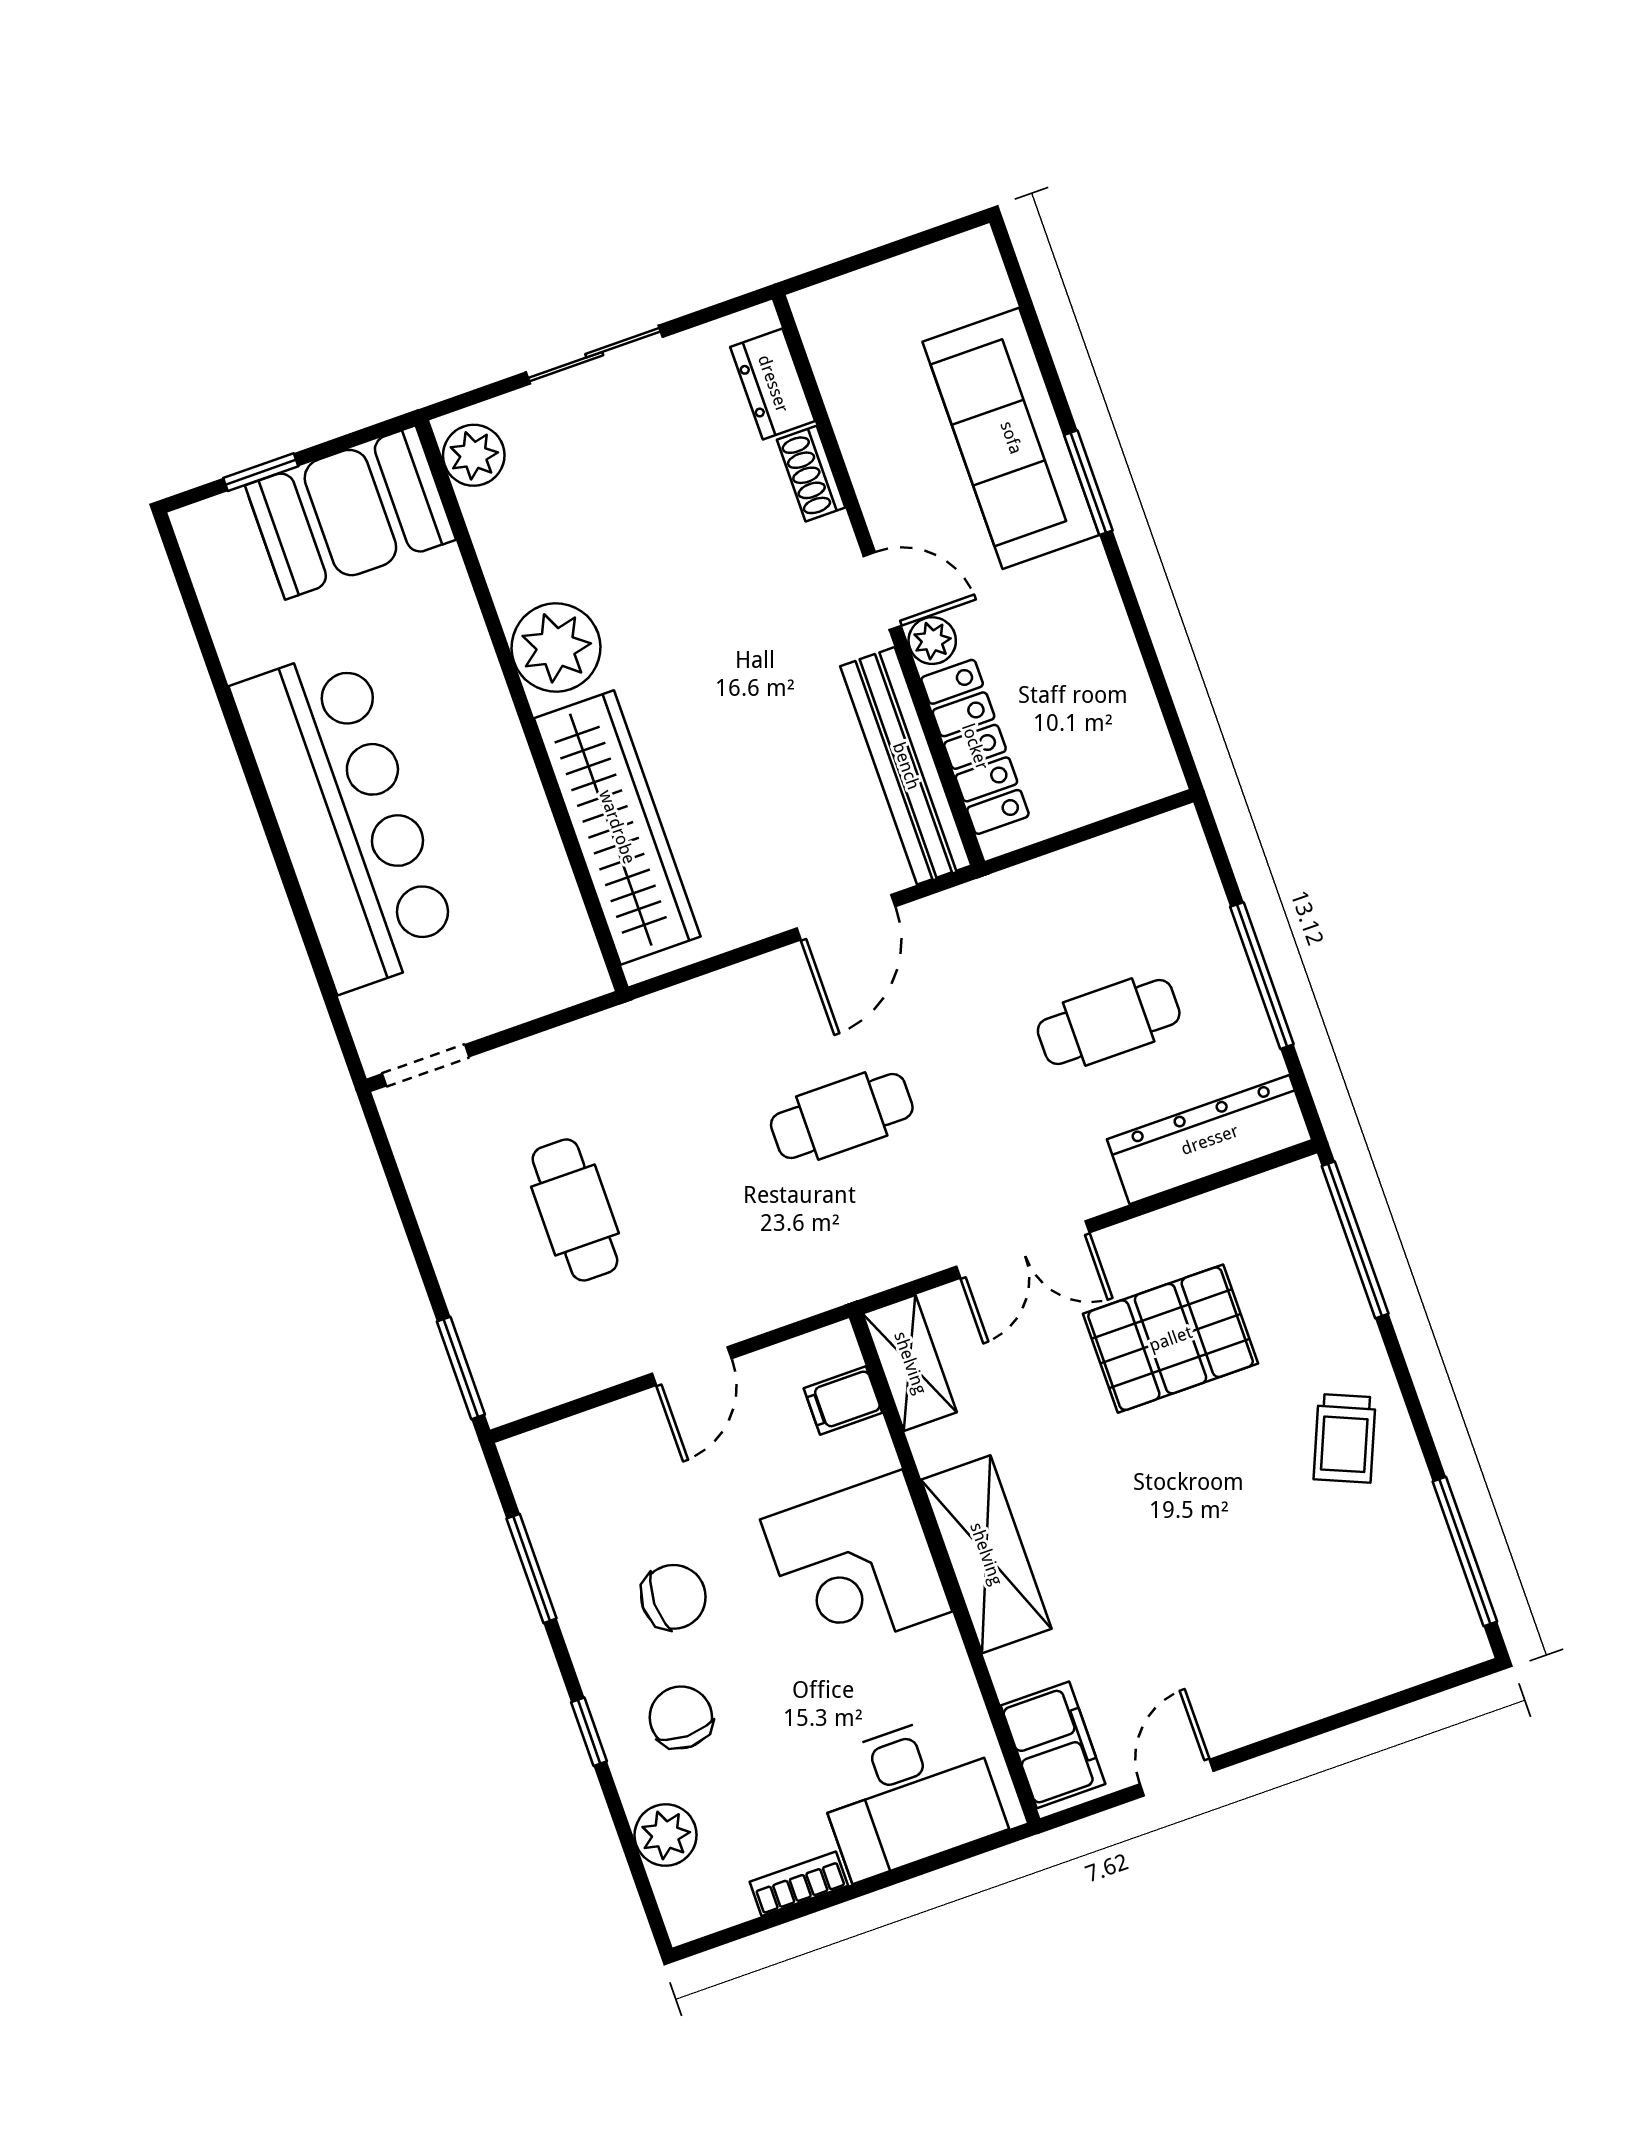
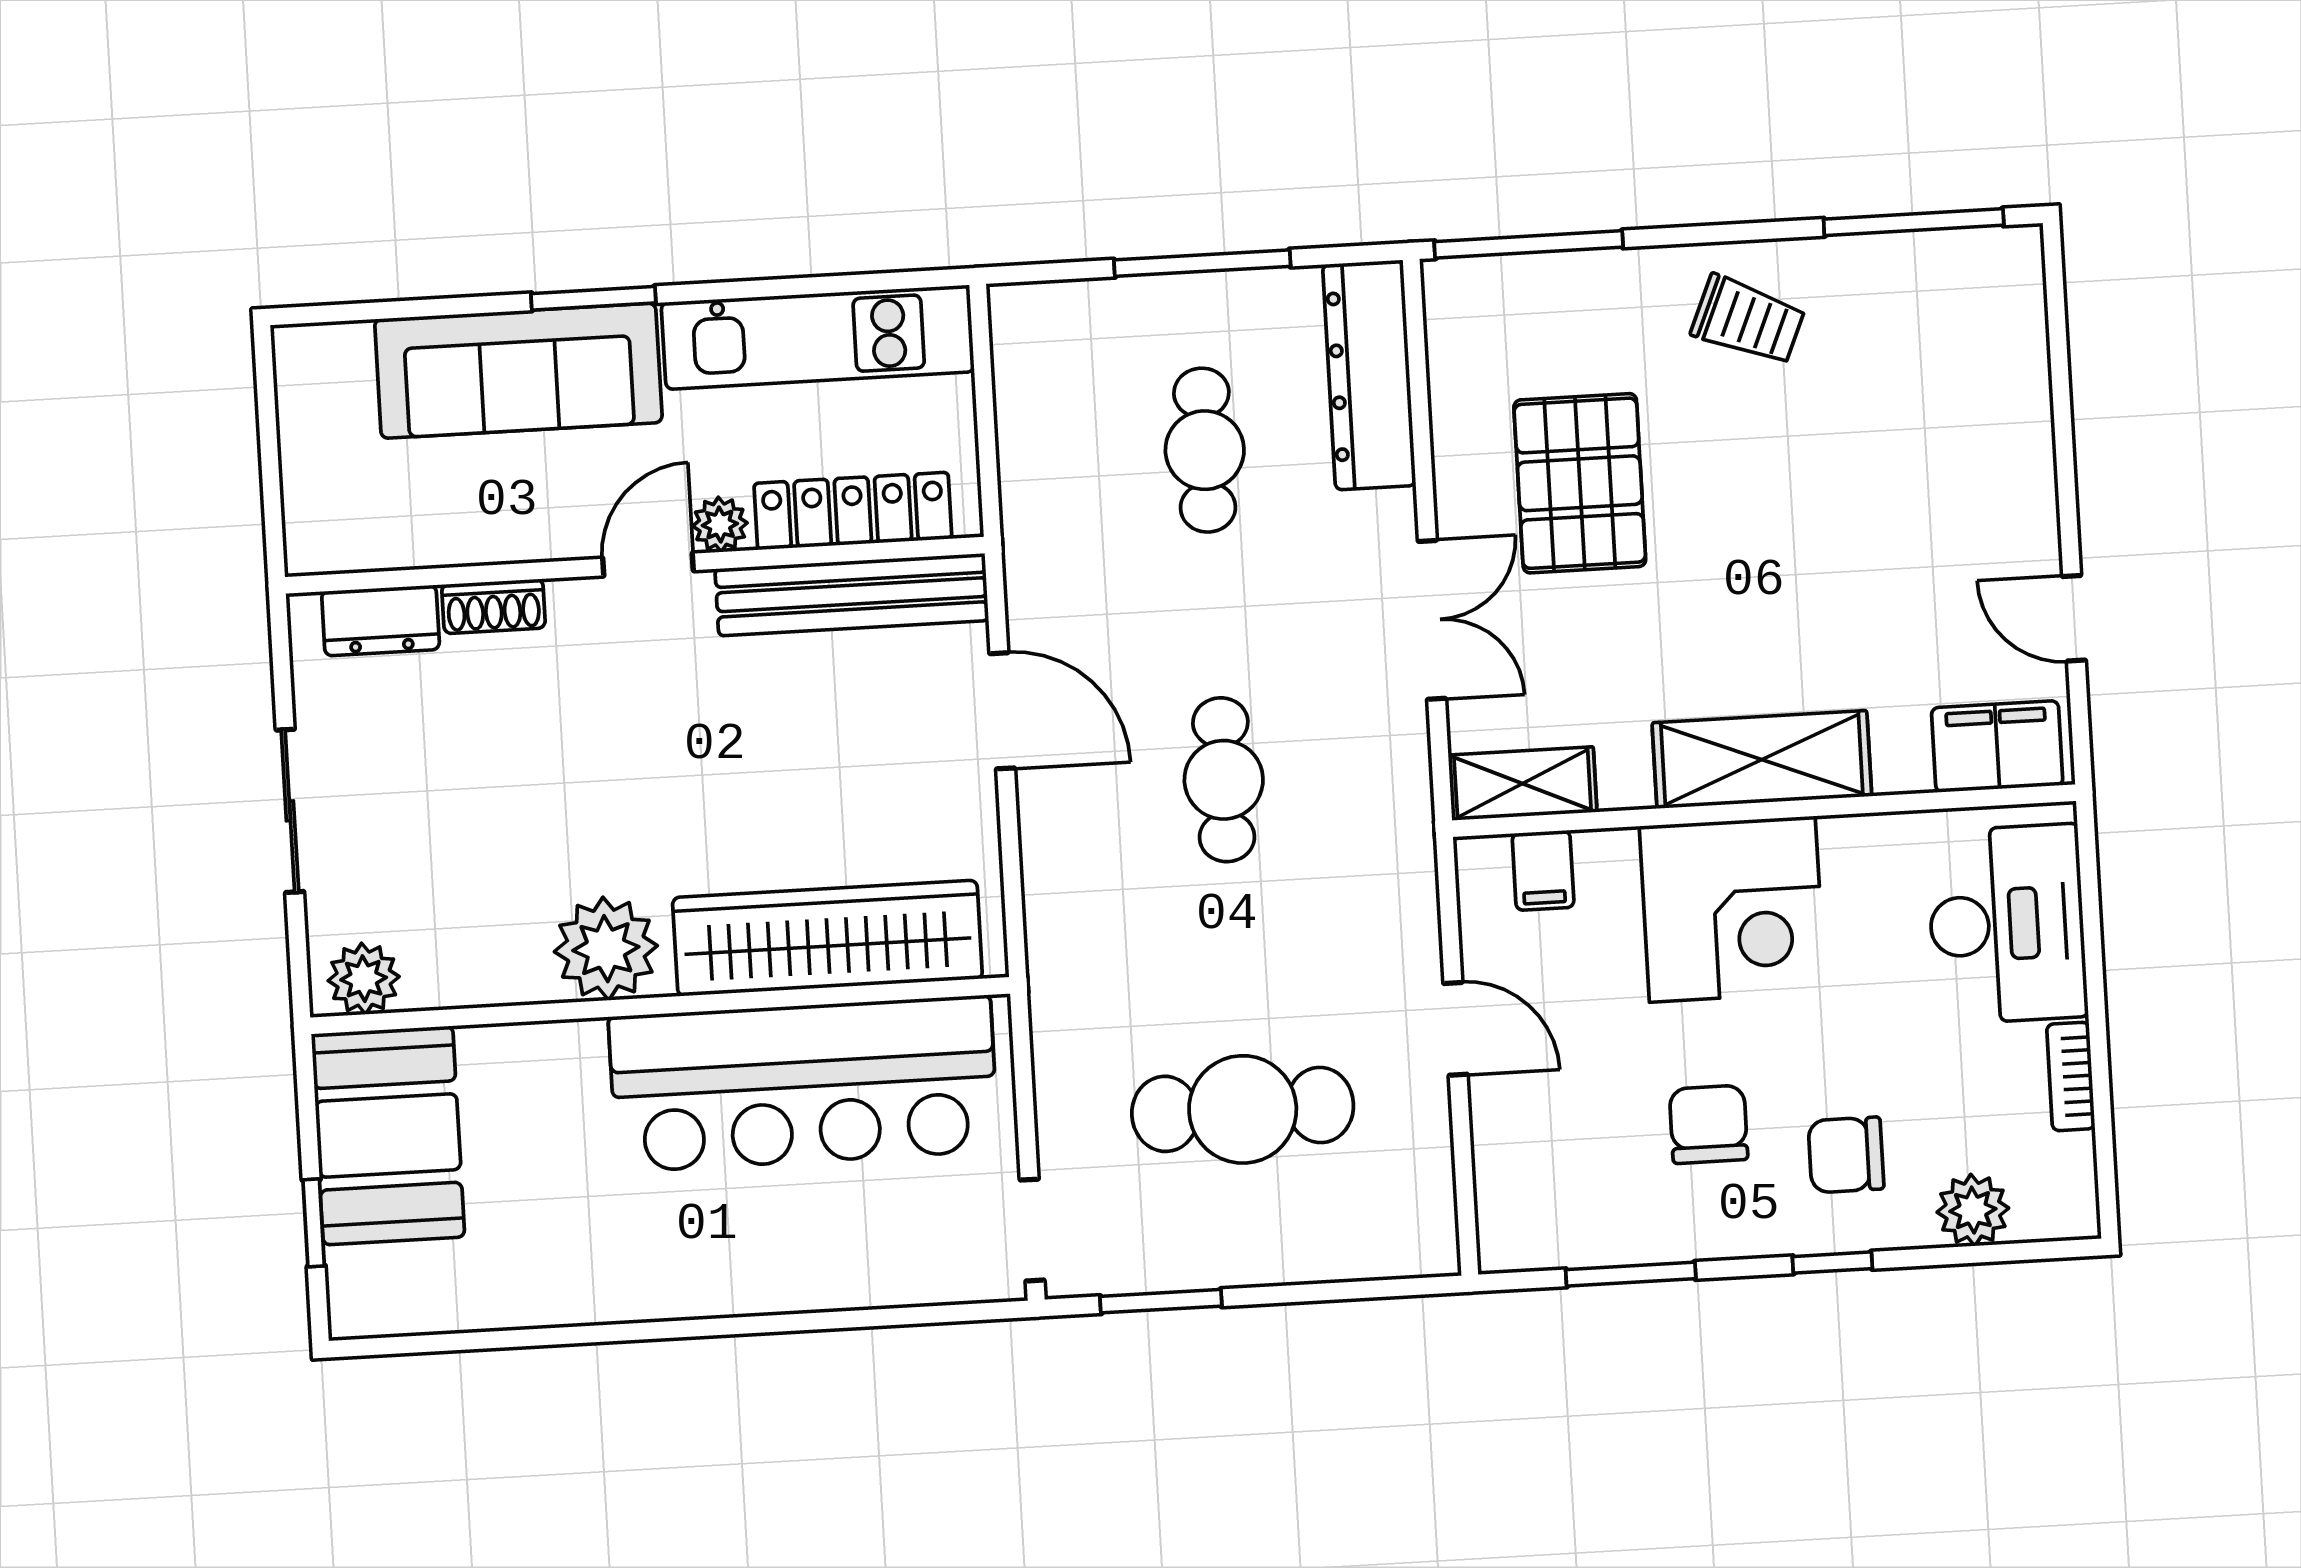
kitchen unit: (1110, 677) -> (818, 337), added
bar counter: (346, 819) -> (803, 1084), moved, turned 180
cafe table: (575, 1210) -> (1243, 1109), width x1.37, depth x1.35
window: (461, 1368) -> (1161, 1301), moved

